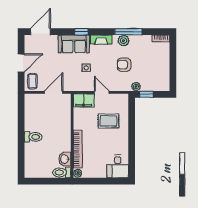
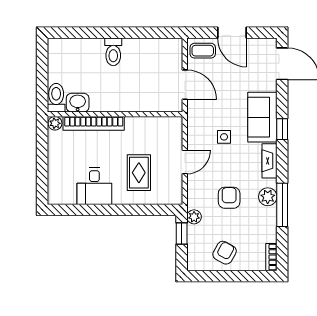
armchair: (158, 68) -> (225, 253), added
filing cabinet: (84, 100) -> (172, 133), removed
desk: (118, 166) -> (94, 186), moved, turned -90

